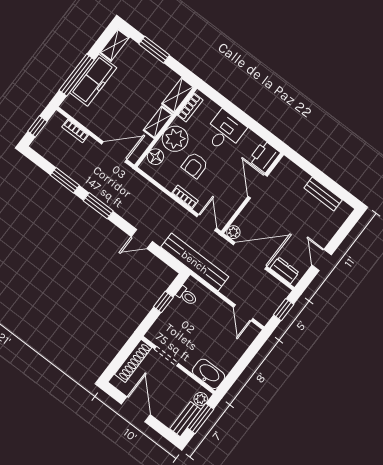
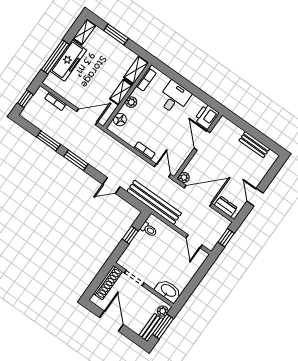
plant: (175, 139) -> (131, 102), width x0.53, depth x0.53
armchair: (195, 165) -> (151, 125), removed

